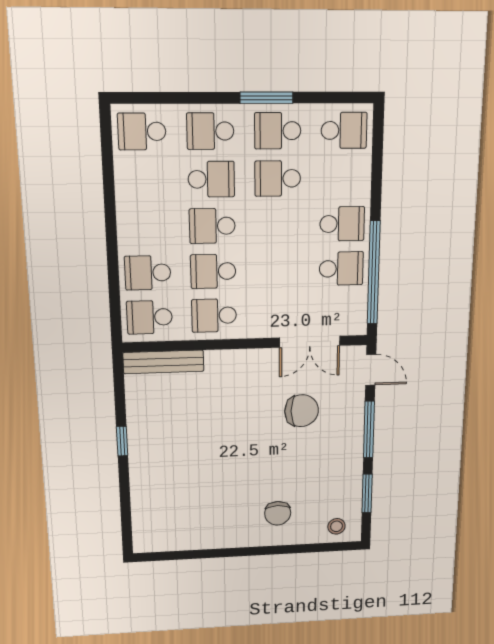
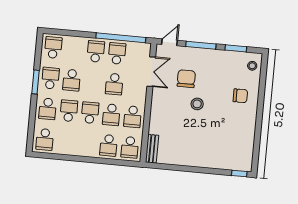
school desk: (278, 131) -> (50, 78), turned 180
school desk: (212, 226) -> (90, 113), turned 180
school desk: (278, 270) -> (114, 84), added
bench: (164, 362) -> (152, 149), width x0.73
stool: (254, 437) -> (197, 104), added
window: (122, 441) -> (239, 173), moved

